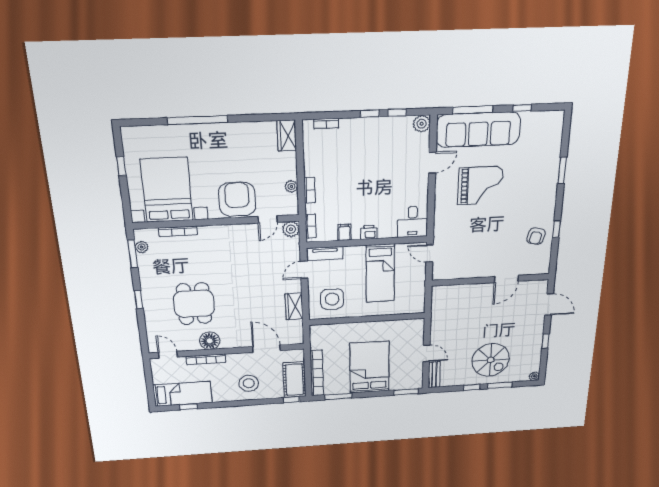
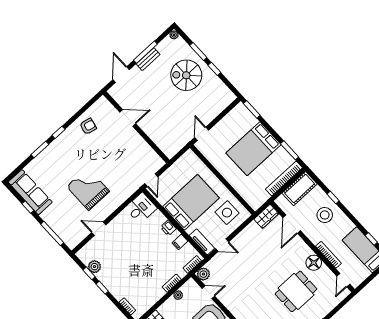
plant: (422, 124) -> (94, 267), moved
sofa: (478, 130) -> (30, 192), moved, width x0.74, depth x0.79
window: (556, 229) -> (59, 132), moved
bed: (380, 273) -> (191, 202), width x1.50
wardrobe: (294, 306) -> (266, 216), moved
window: (546, 341) -> (145, 52), width x2.17
door: (426, 353) -> (202, 134), moved
spiral stairs: (491, 360) -> (186, 75), turned -90
bench: (434, 375) -> (148, 59), moved
window: (291, 400) -> (333, 197), moved

